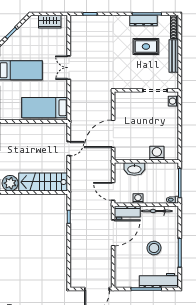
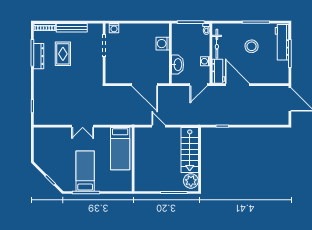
wardrobe: (50, 22) -> (40, 144), removed

